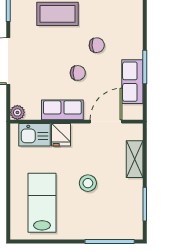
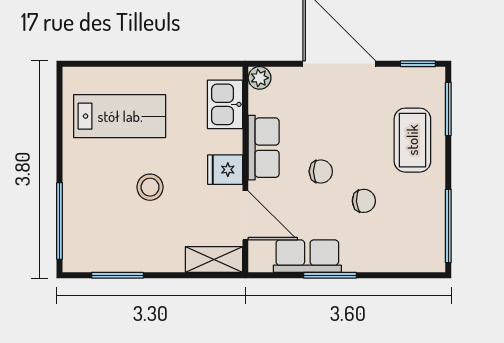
chair: (97, 45) -> (364, 201), turned -91
chair: (78, 73) -> (321, 171), turned -90
fridge: (61, 135) -> (225, 170), moved
shelving: (135, 159) -> (214, 260), moved

